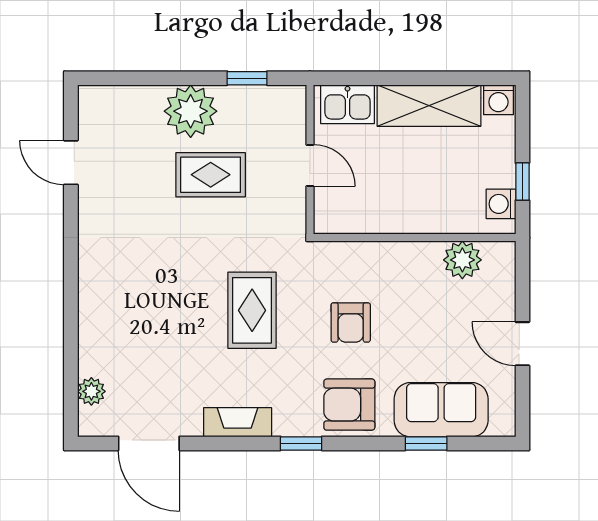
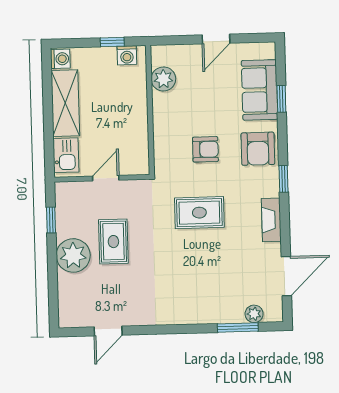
window: (71, 365) -> (238, 327), added

